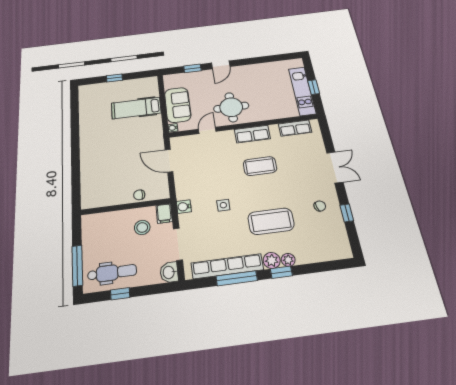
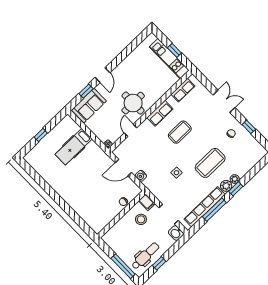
sofa: (178, 105) -> (89, 106), moved, turned 90
water cooler: (184, 207) -> (141, 176), moved

